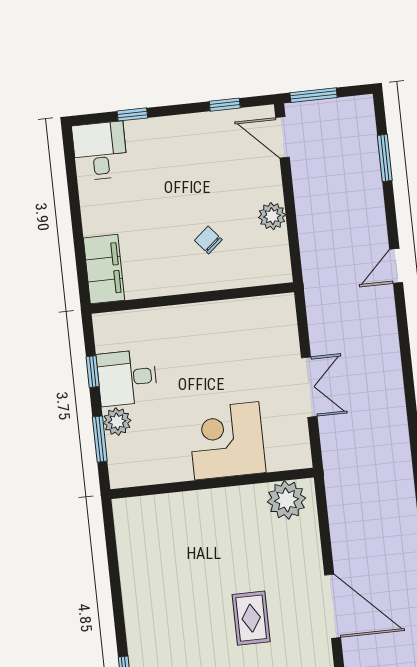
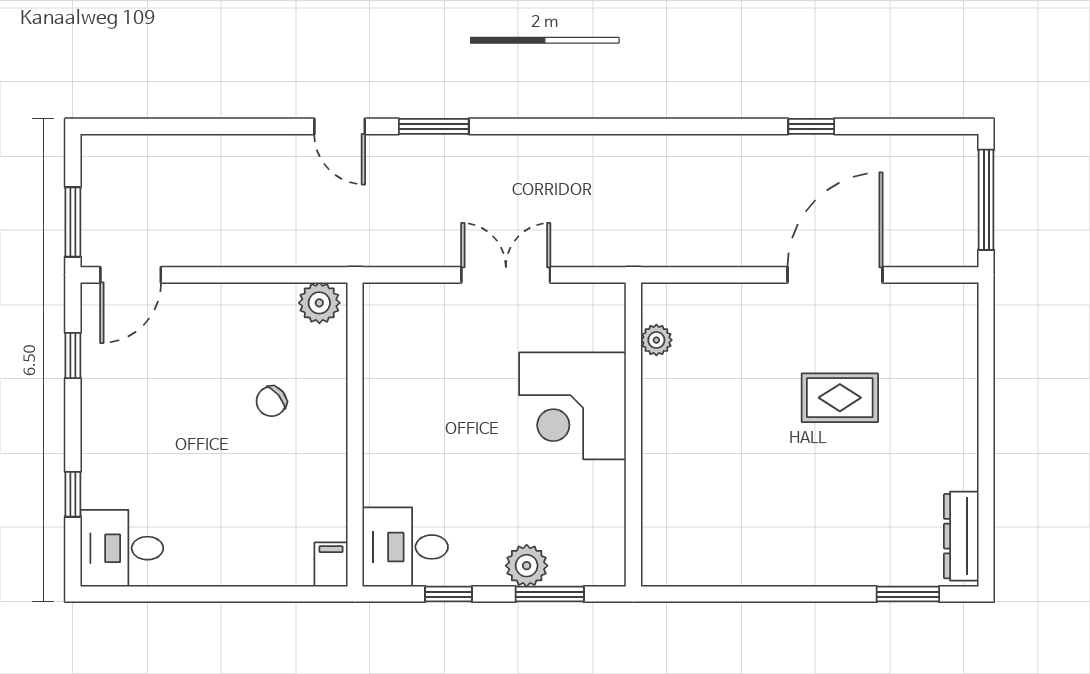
window: (385, 158) -> (434, 126), moved
plant: (272, 216) -> (319, 303), moved
filing cabinet: (104, 269) -> (331, 565), width x0.33, depth x0.86
desk: (127, 378) -> (405, 547), moved, turned 90
plant: (287, 500) -> (656, 340), width x0.53, depth x0.53

